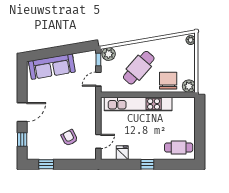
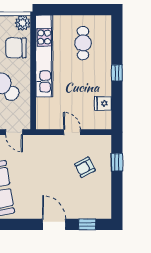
kitchen unit: (138, 104) -> (44, 56), moved
door: (98, 141) -> (72, 132), moved
cafe table: (179, 147) -> (83, 43), moved
window: (46, 164) -> (117, 162), moved

